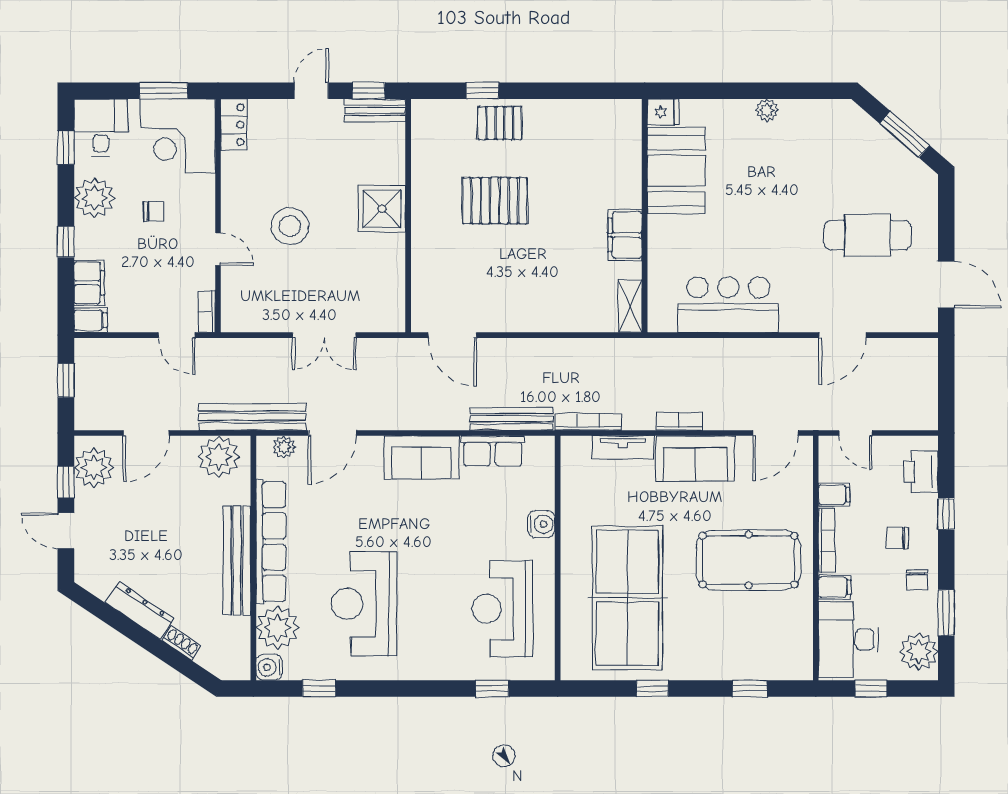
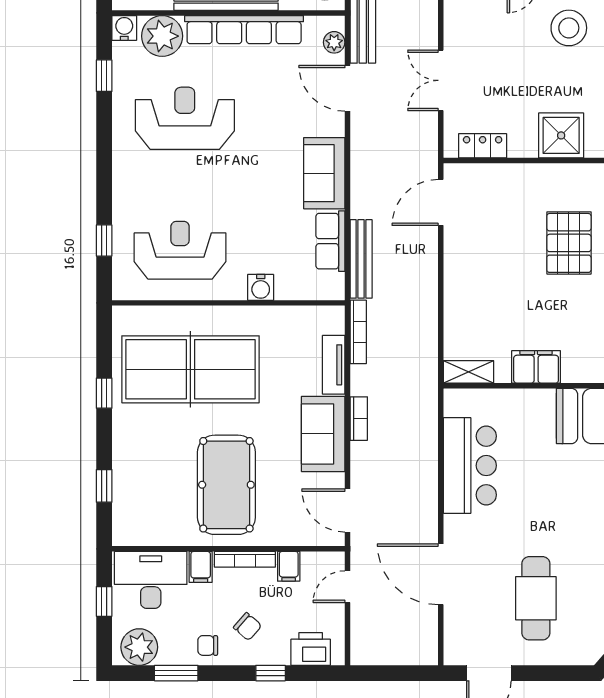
stool: (290, 226) -> (569, 28), moved
locker: (393, 291) -> (483, 146), added
door: (843, 335) -> (441, 574), width x1.36
chair: (897, 538) -> (248, 627), turned 131

